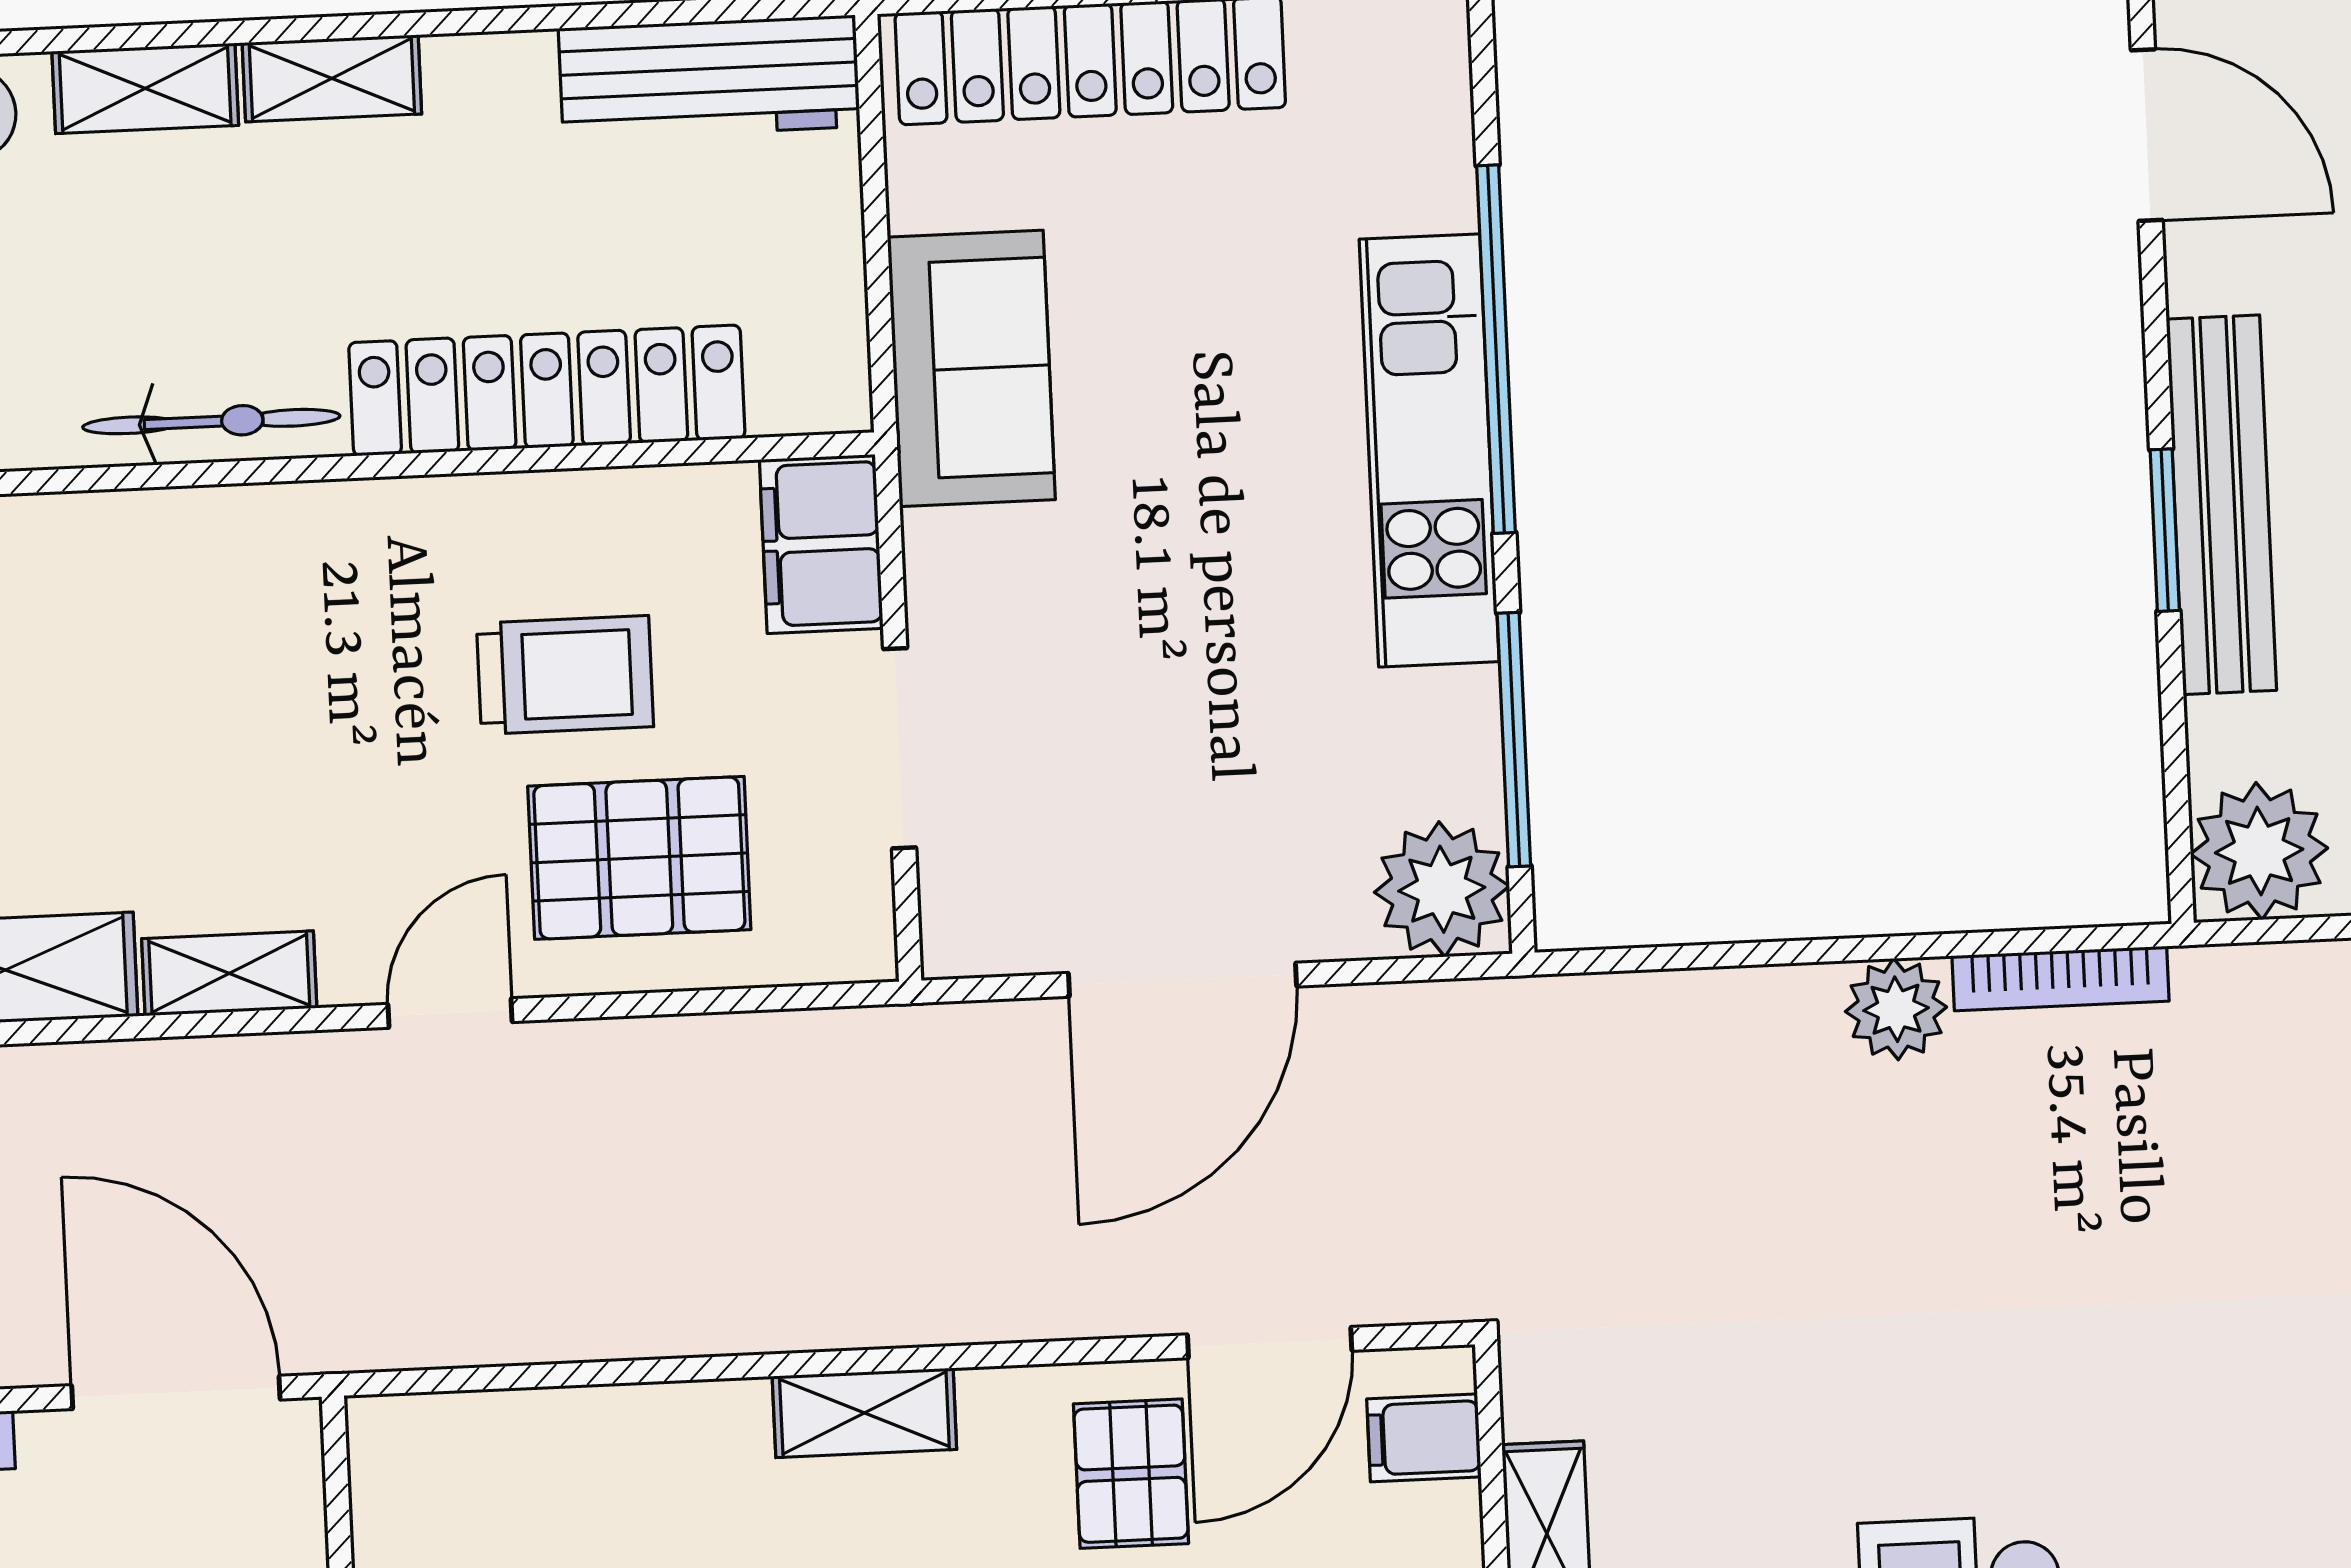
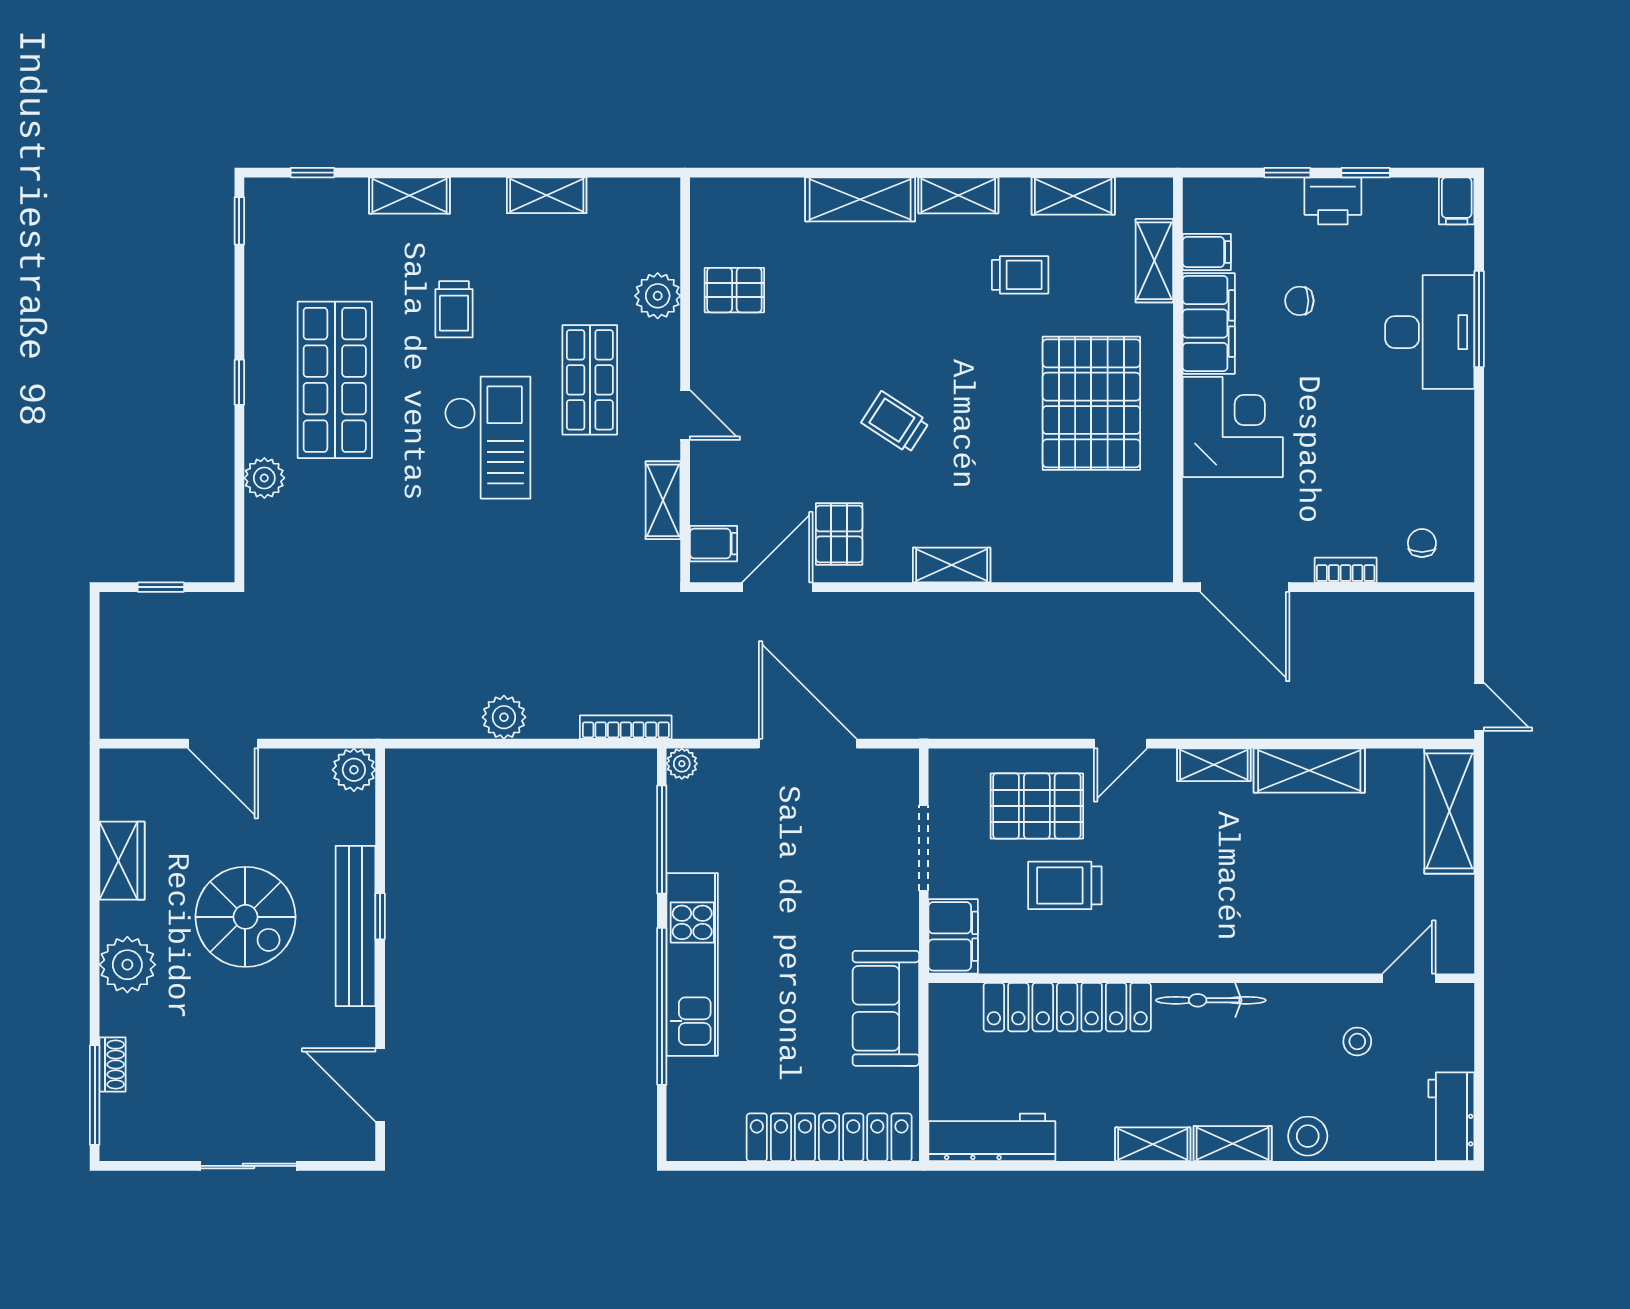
window: (2165, 530) -> (380, 916), width x0.67
plant: (2259, 851) -> (354, 770), width x0.73, depth x0.73
plant: (1442, 889) -> (682, 764), width x0.53, depth x0.53
bookcase: (2060, 978) -> (626, 727), moved
door: (1182, 980) -> (808, 744), hinge flipped

